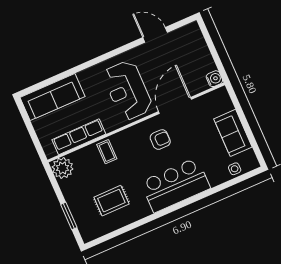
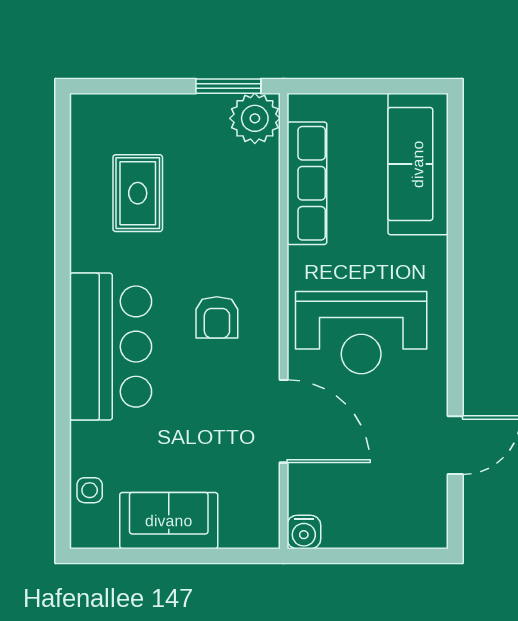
reception desk: (127, 90) -> (361, 333), turned 180
armchair: (160, 140) -> (217, 317), moved
coffee table: (107, 152) -> (248, 230), removed
window: (69, 216) -> (228, 86), moved

